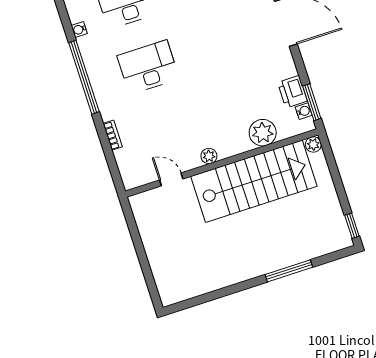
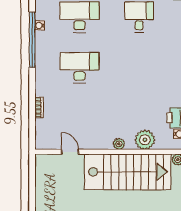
window: (84, 77) -> (32, 40), moved
plant: (209, 156) -> (119, 144), moved

